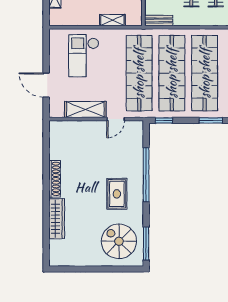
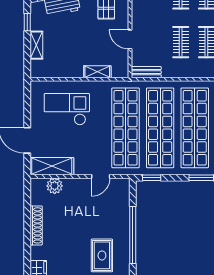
checkout: (84, 56) -> (67, 109), turned 90
shelving: (85, 109) -> (52, 166), moved
plant: (72, 128) -> (55, 186), added
shoe rack: (55, 179) -> (36, 225), moved

